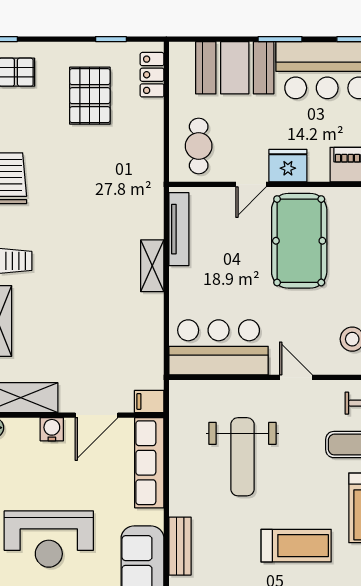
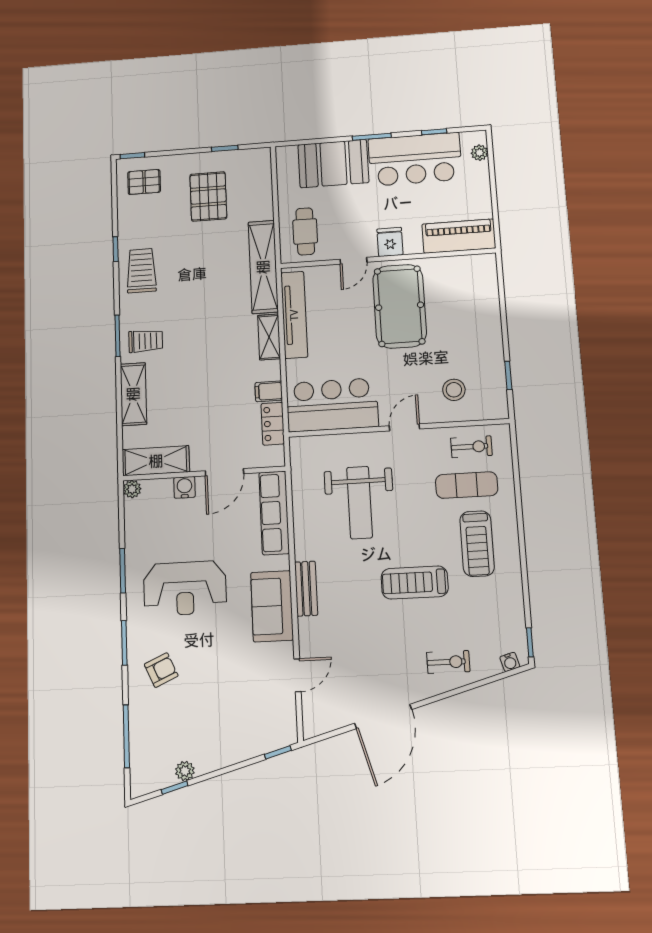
locker: (152, 75) -> (273, 424), moved
fridge: (288, 166) -> (390, 242), width x0.72
shelving: (149, 184) -> (263, 267), added
tv unit: (179, 229) -> (294, 315), width x1.36, depth x1.29
door: (296, 377) -> (404, 427), hinge flipped
filing cabinet: (149, 401) -> (269, 391), moved
treadmill: (296, 546) -> (415, 583), turned 180

